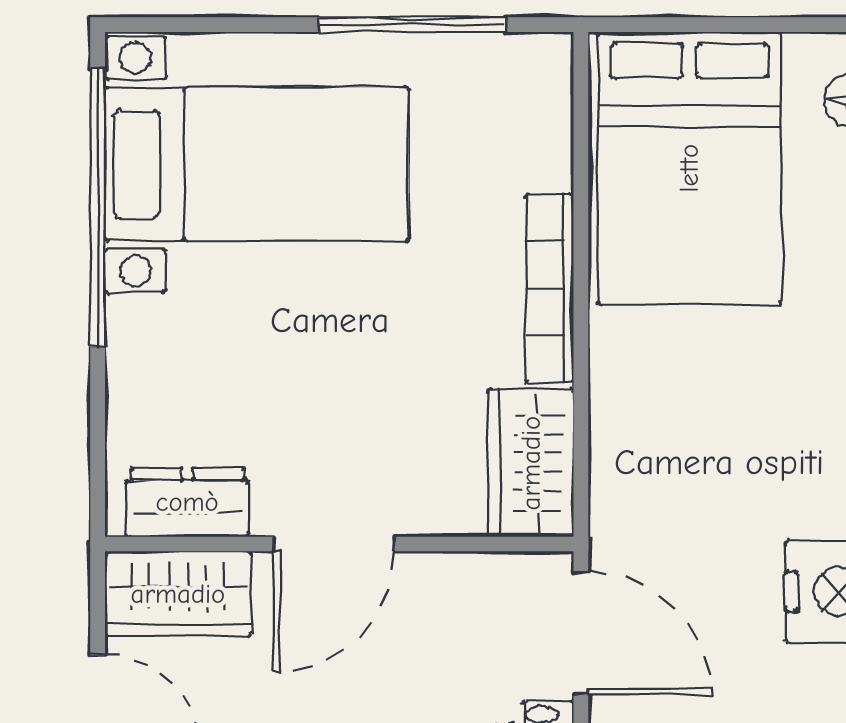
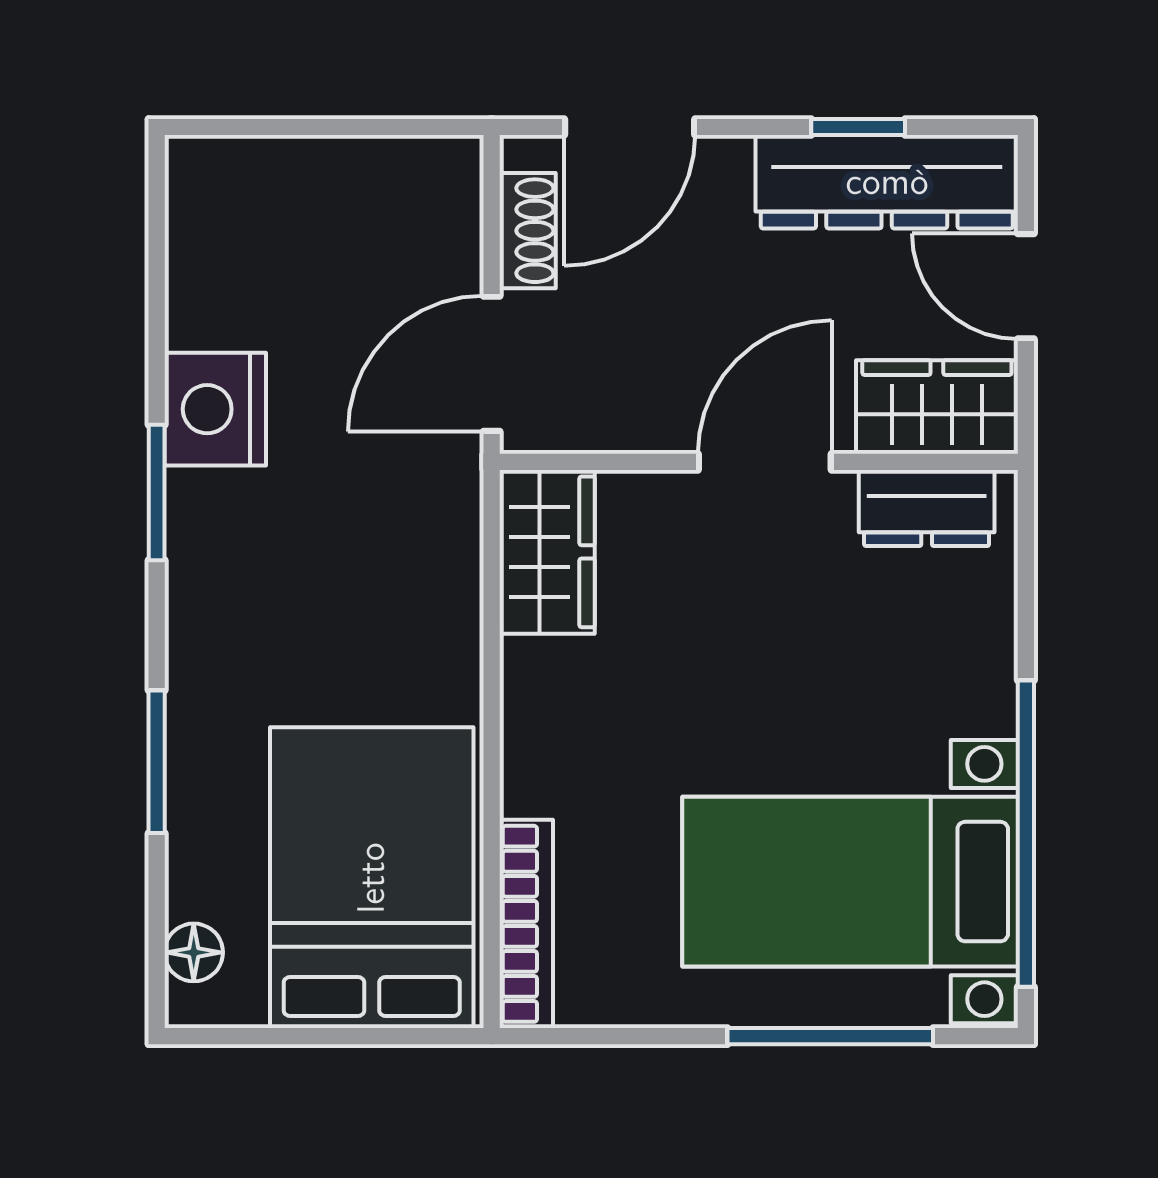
window: (412, 25) -> (830, 1036), moved
bookcase: (550, 288) -> (526, 924), moved
door: (581, 633) -> (492, 364), hinge flipped

